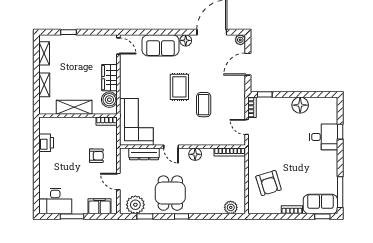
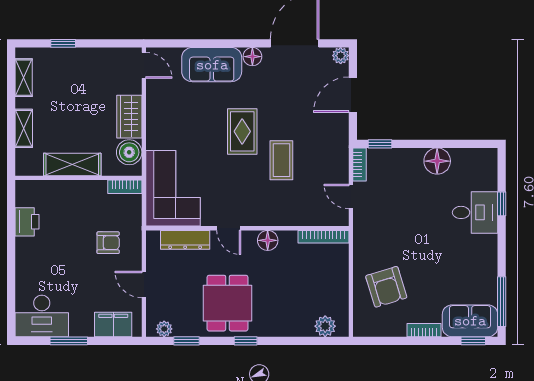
plant: (135, 205) -> (164, 329), width x0.53, depth x0.53

